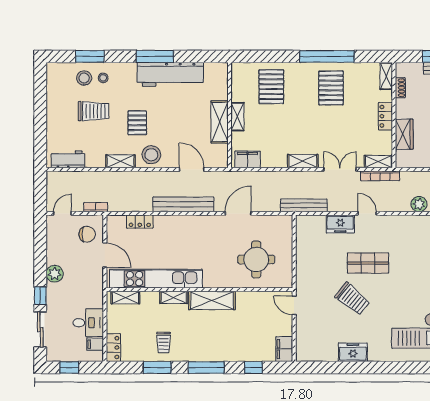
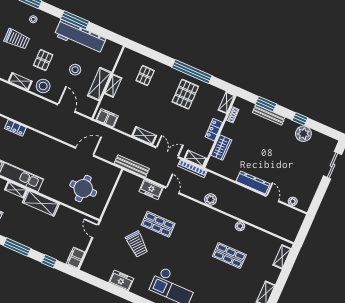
stool: (84, 78) -> (75, 70), moved
pallet: (271, 87) -> (145, 76), width x0.67, depth x0.71
bench: (183, 204) -> (50, 129), removed

